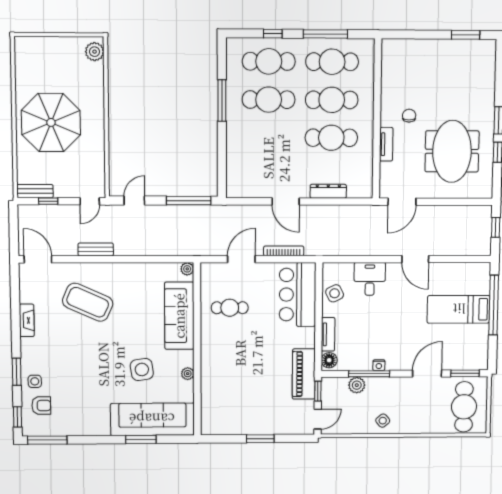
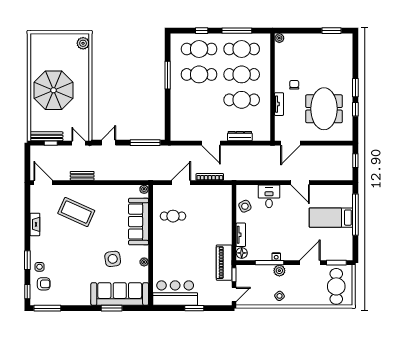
plant: (388, 46) -> (279, 38), added
bench: (35, 191) -> (46, 136), width x1.36
door: (90, 201) -> (79, 143), swing flipped
bar counter: (298, 295) -> (175, 293), moved, turned 90
plant: (357, 385) -> (279, 271), moved

